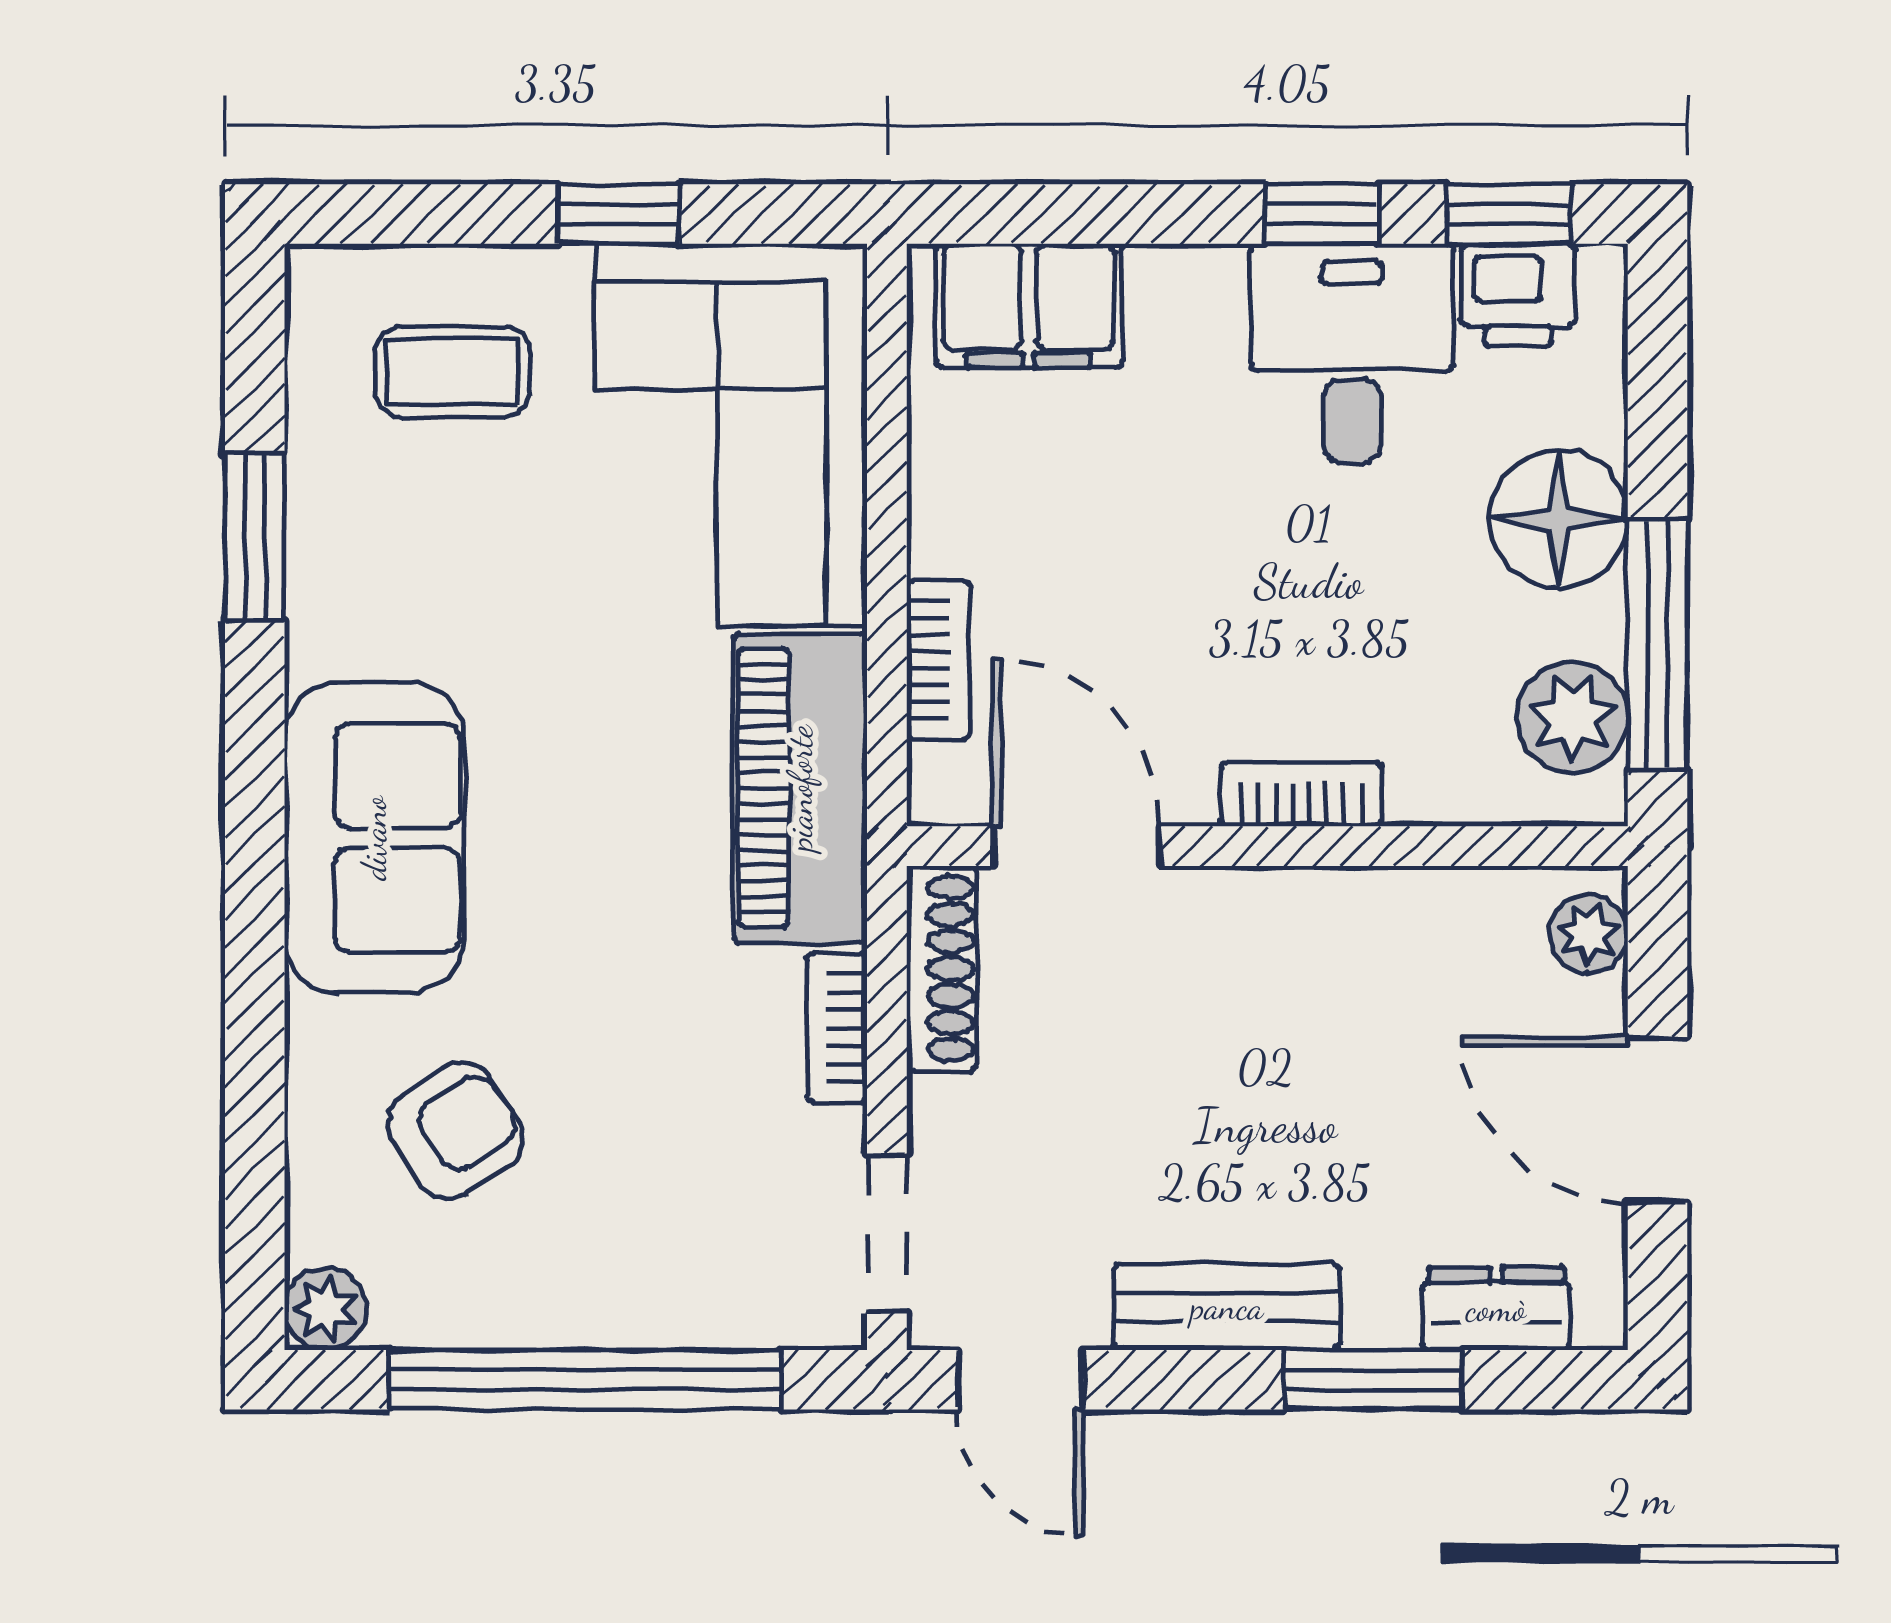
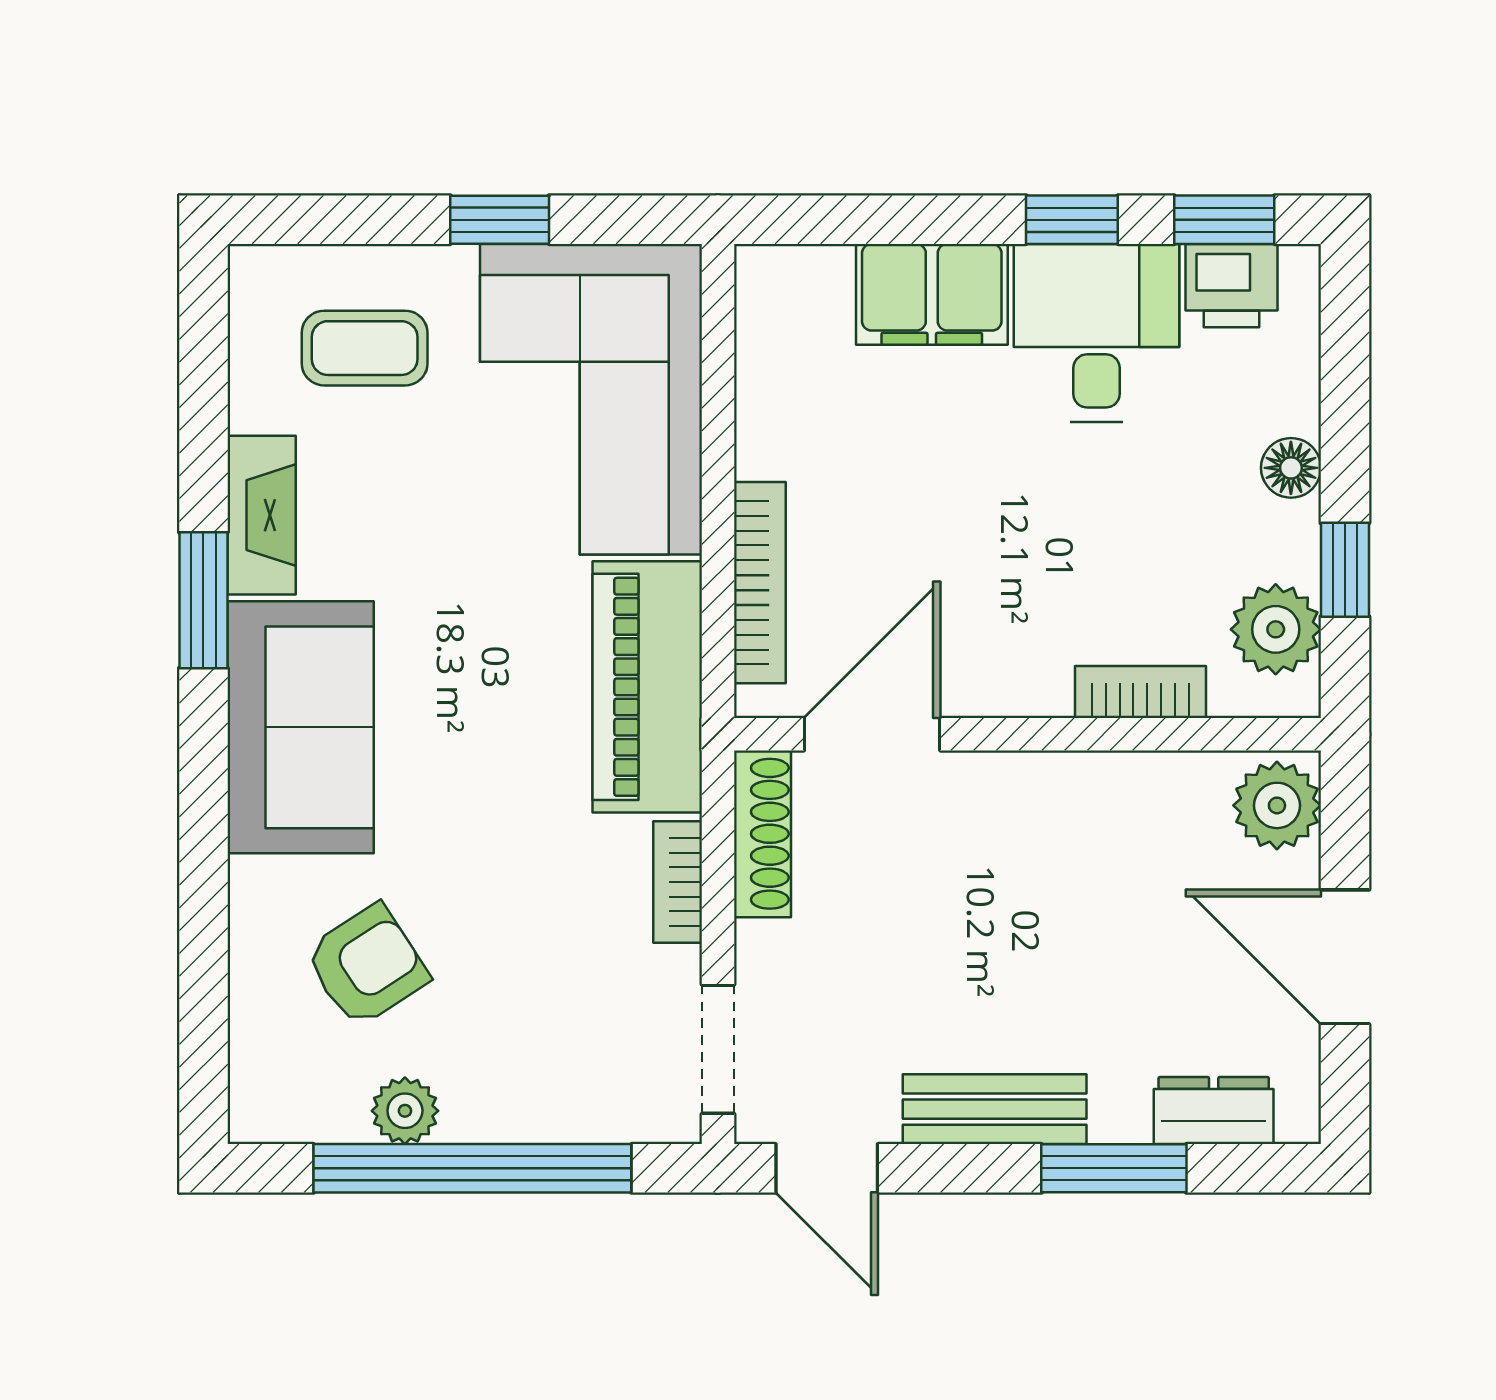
filing cabinet: (1029, 306) -> (932, 294), moved
floor lamp: (1558, 519) -> (1291, 468), width x0.53, depth x0.53
window: (255, 536) -> (203, 600), moved
fireplace: (326, 577) -> (262, 515), added
window: (1657, 644) -> (1345, 570), width x0.46
bookcase: (938, 660) -> (760, 583), width x1.56
bookcase: (1301, 794) -> (1140, 692), moved
door: (1076, 846) -> (872, 734), hinge flipped
plant: (1589, 934) -> (1277, 805), width x1.38, depth x1.38
plant: (325, 1309) -> (405, 1111), moved

